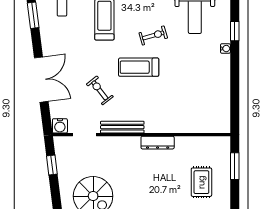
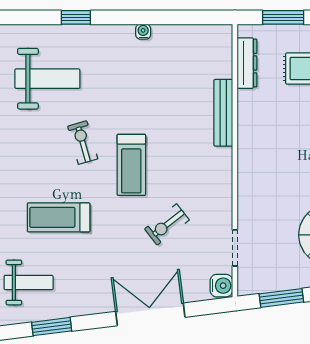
water cooler: (225, 49) -> (143, 32), moved
bench: (122, 127) -> (223, 113), moved
dresser: (158, 143) -> (247, 63), moved
window: (52, 165) -> (281, 298), width x1.50

